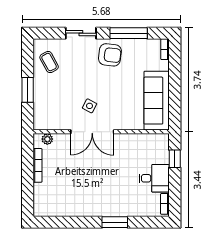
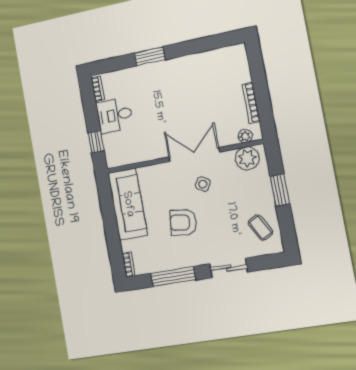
armchair: (110, 55) -> (183, 223), moved
plant: (49, 120) -> (247, 158), added

